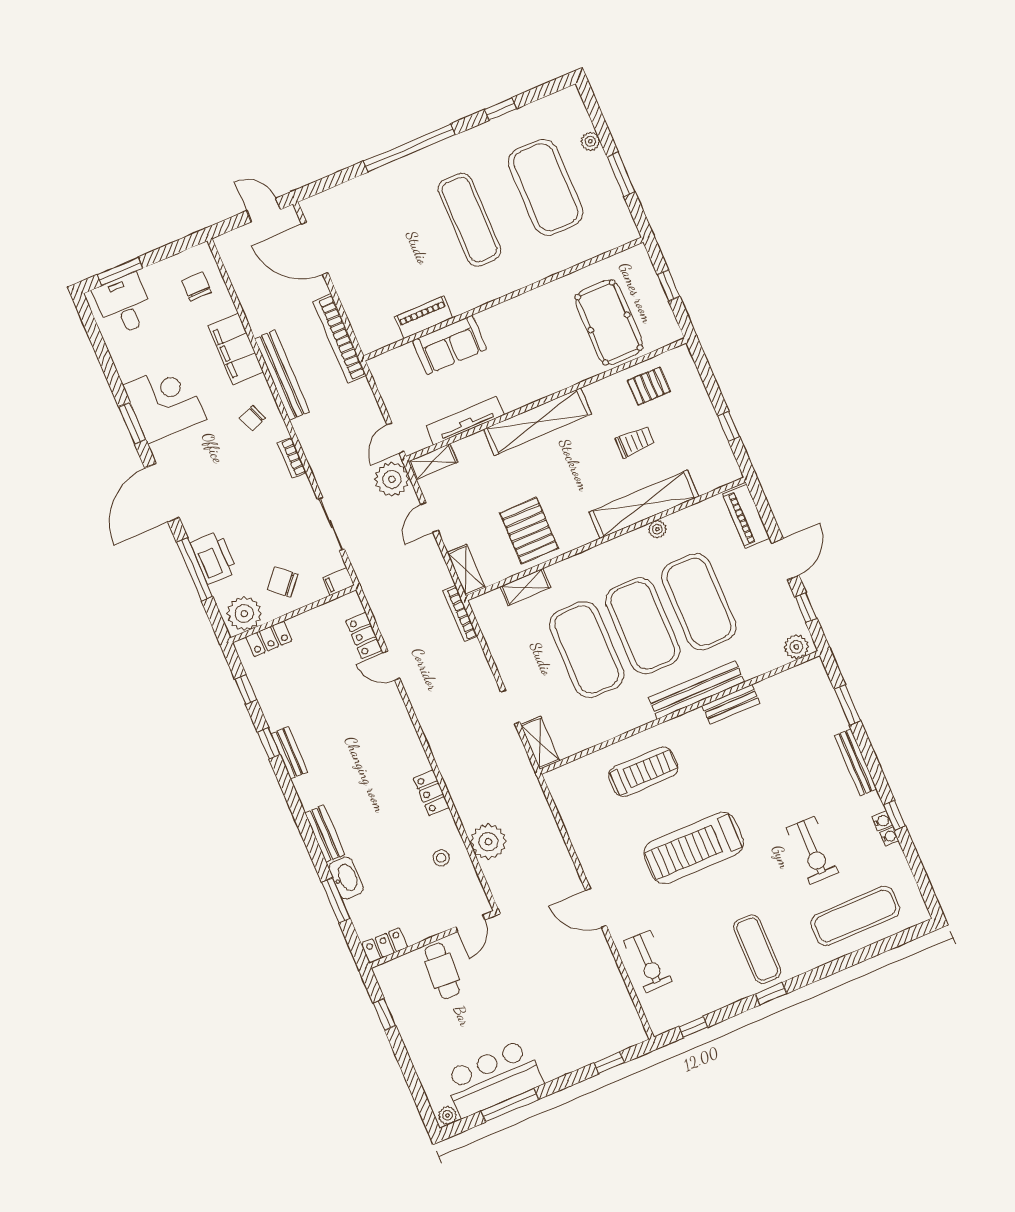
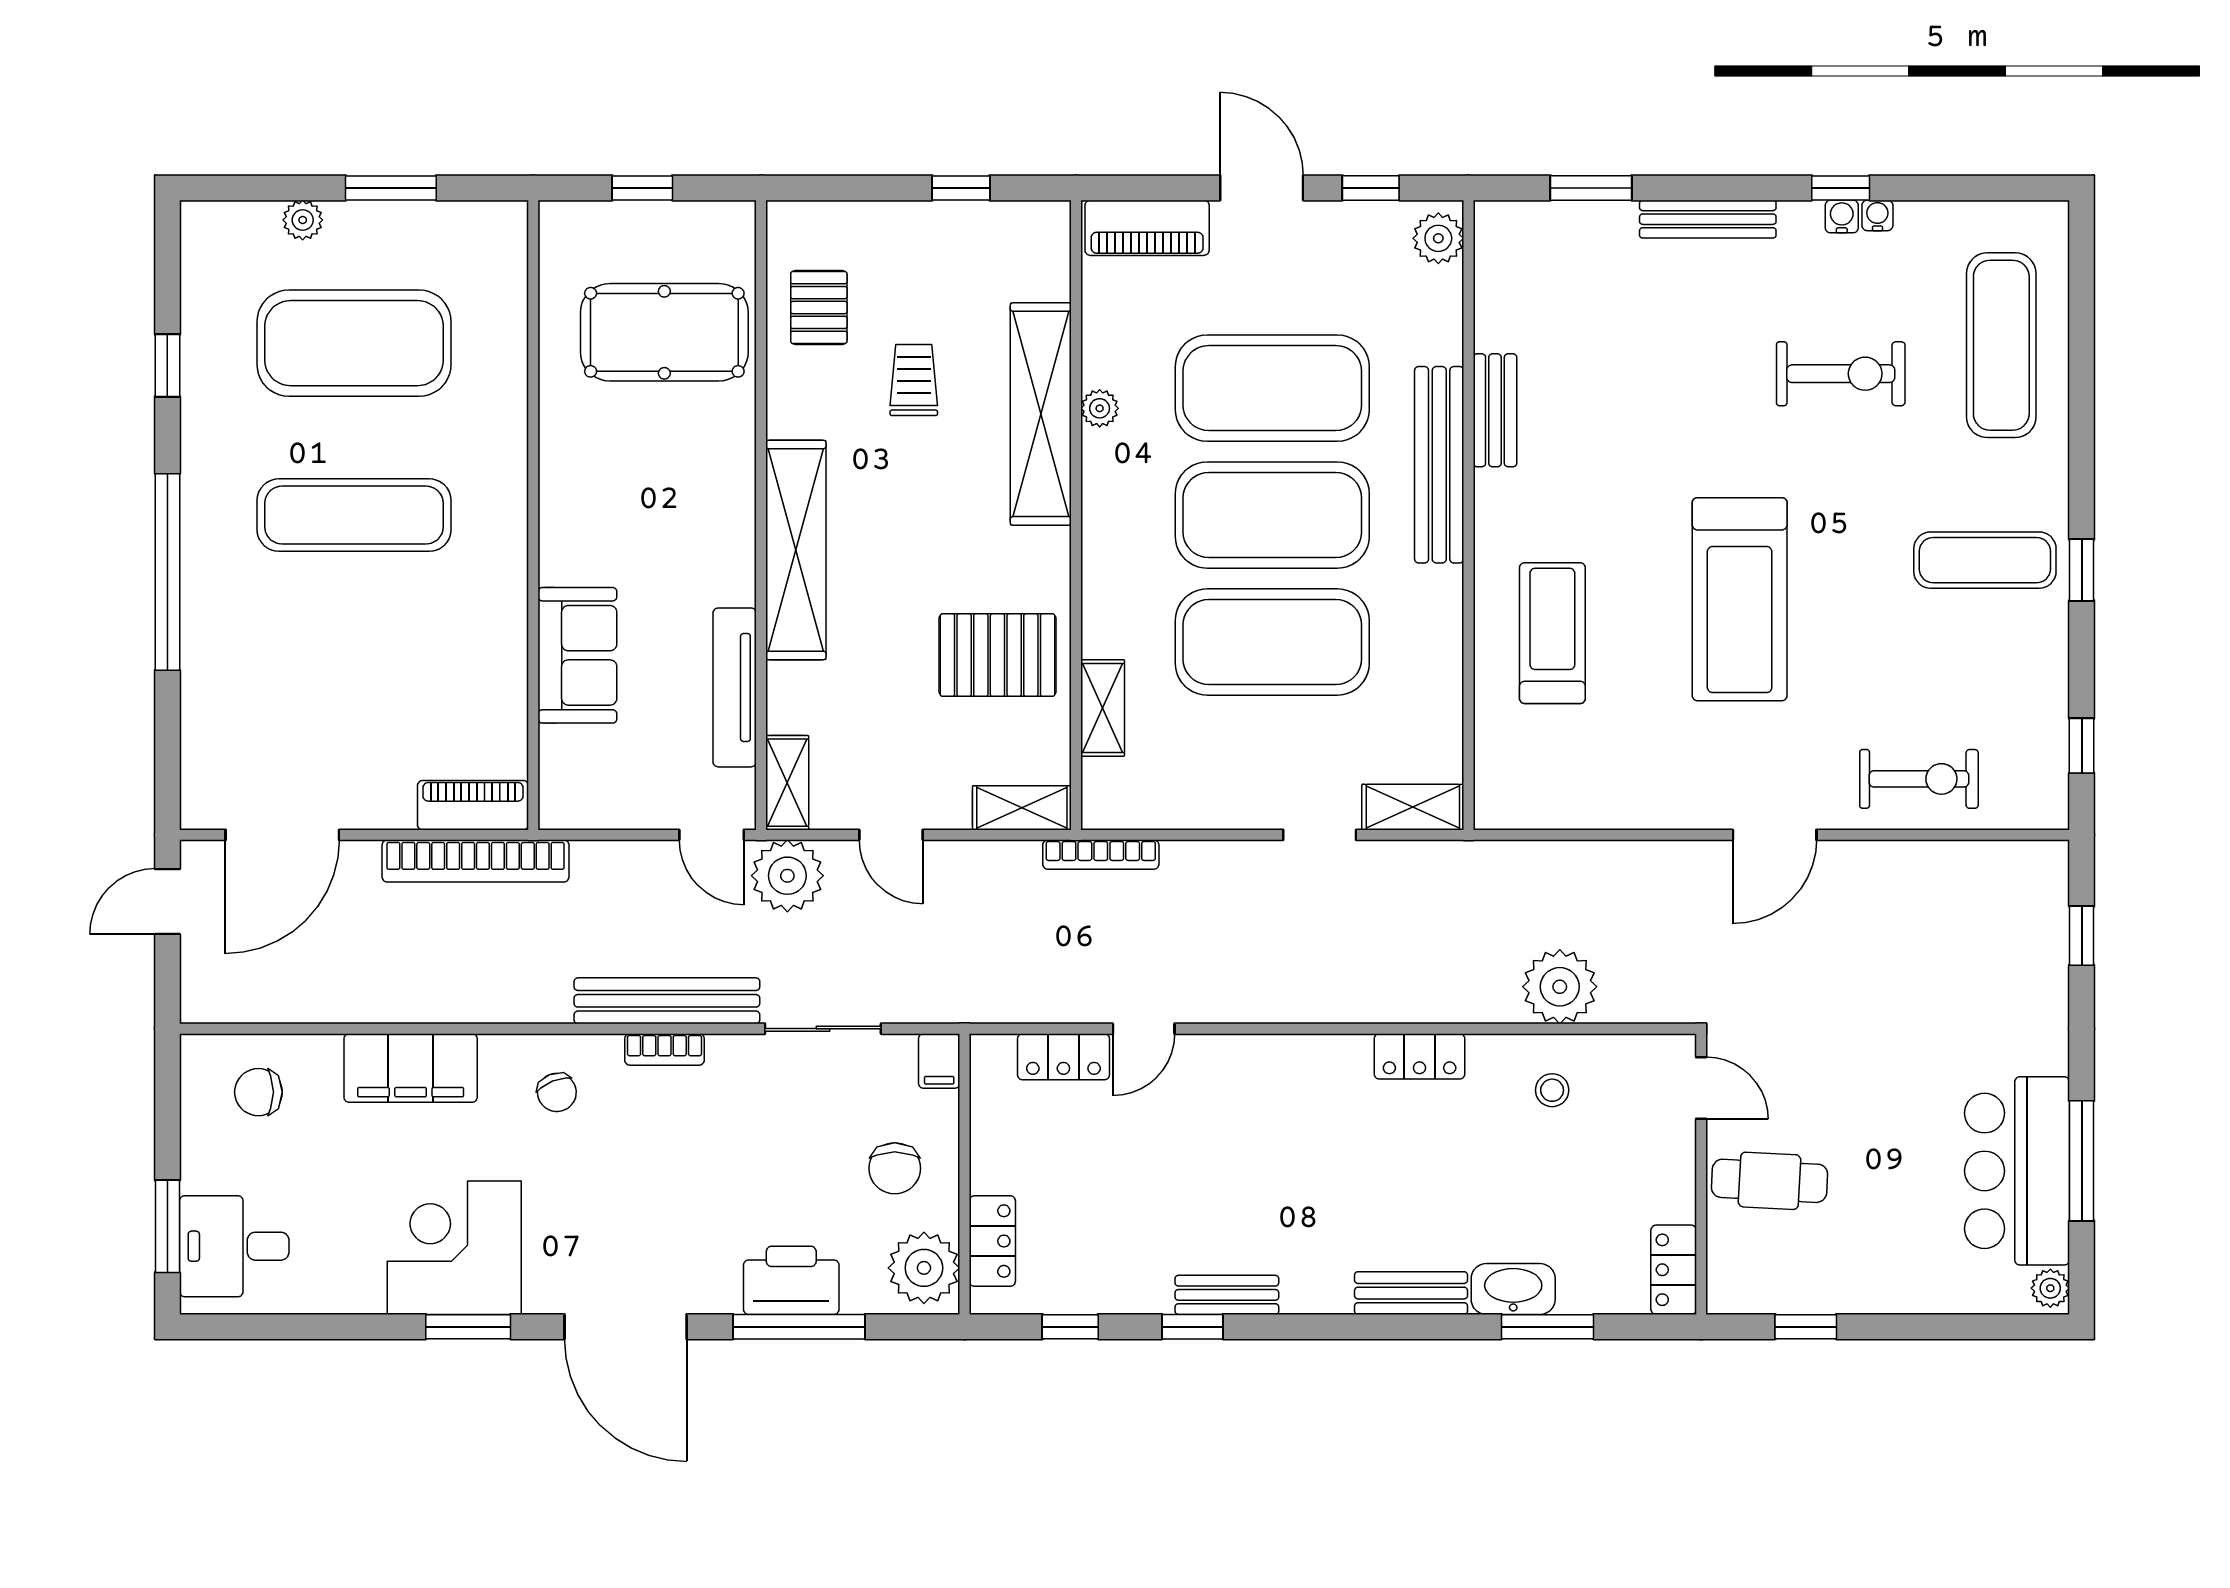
piano: (424, 317) -> (473, 805), moved, turned 90
bench: (282, 375) -> (667, 1001), moved
chair: (283, 582) -> (895, 1168), turned -41

